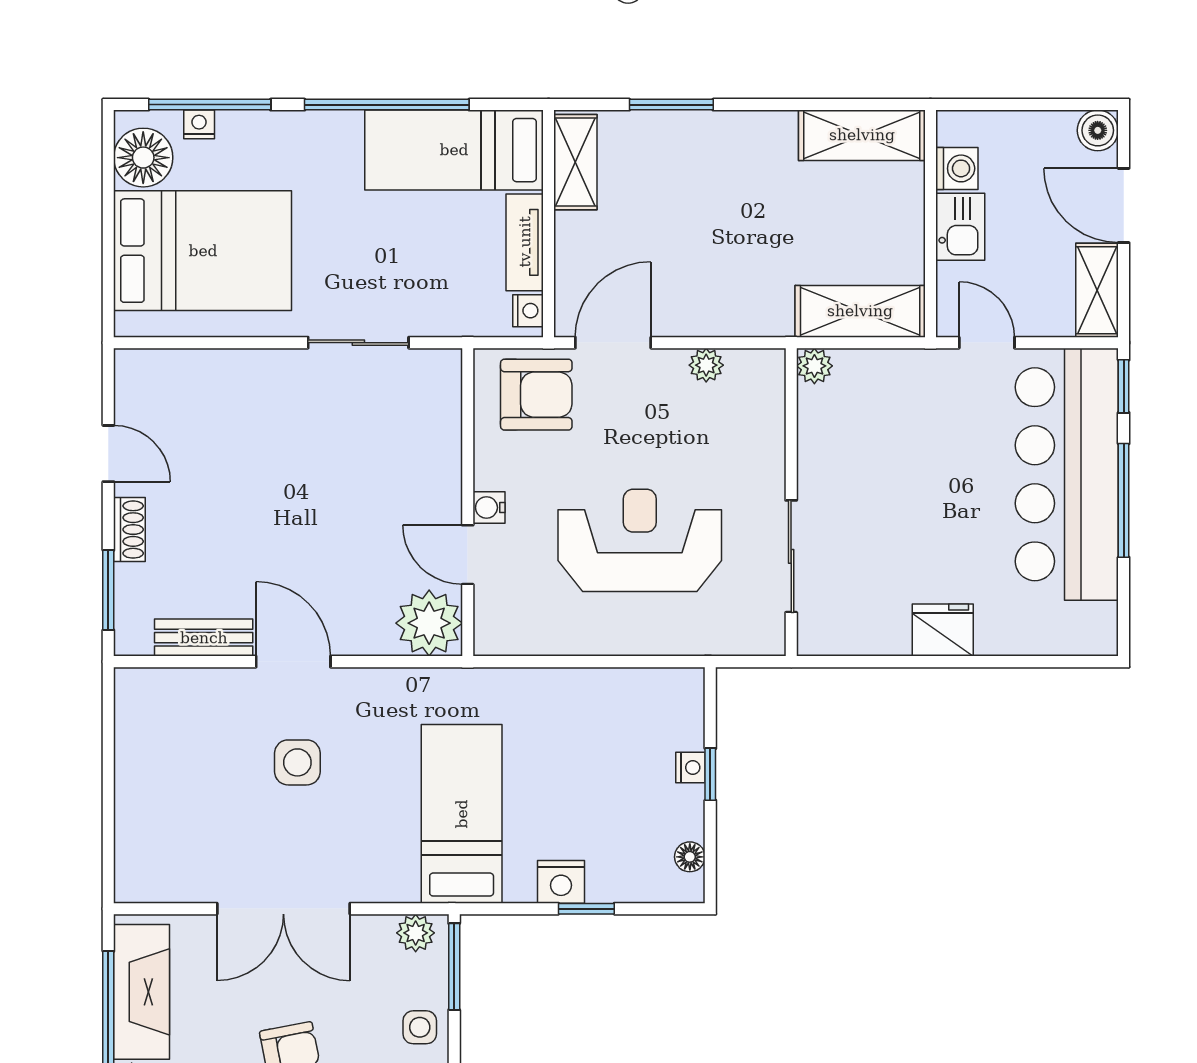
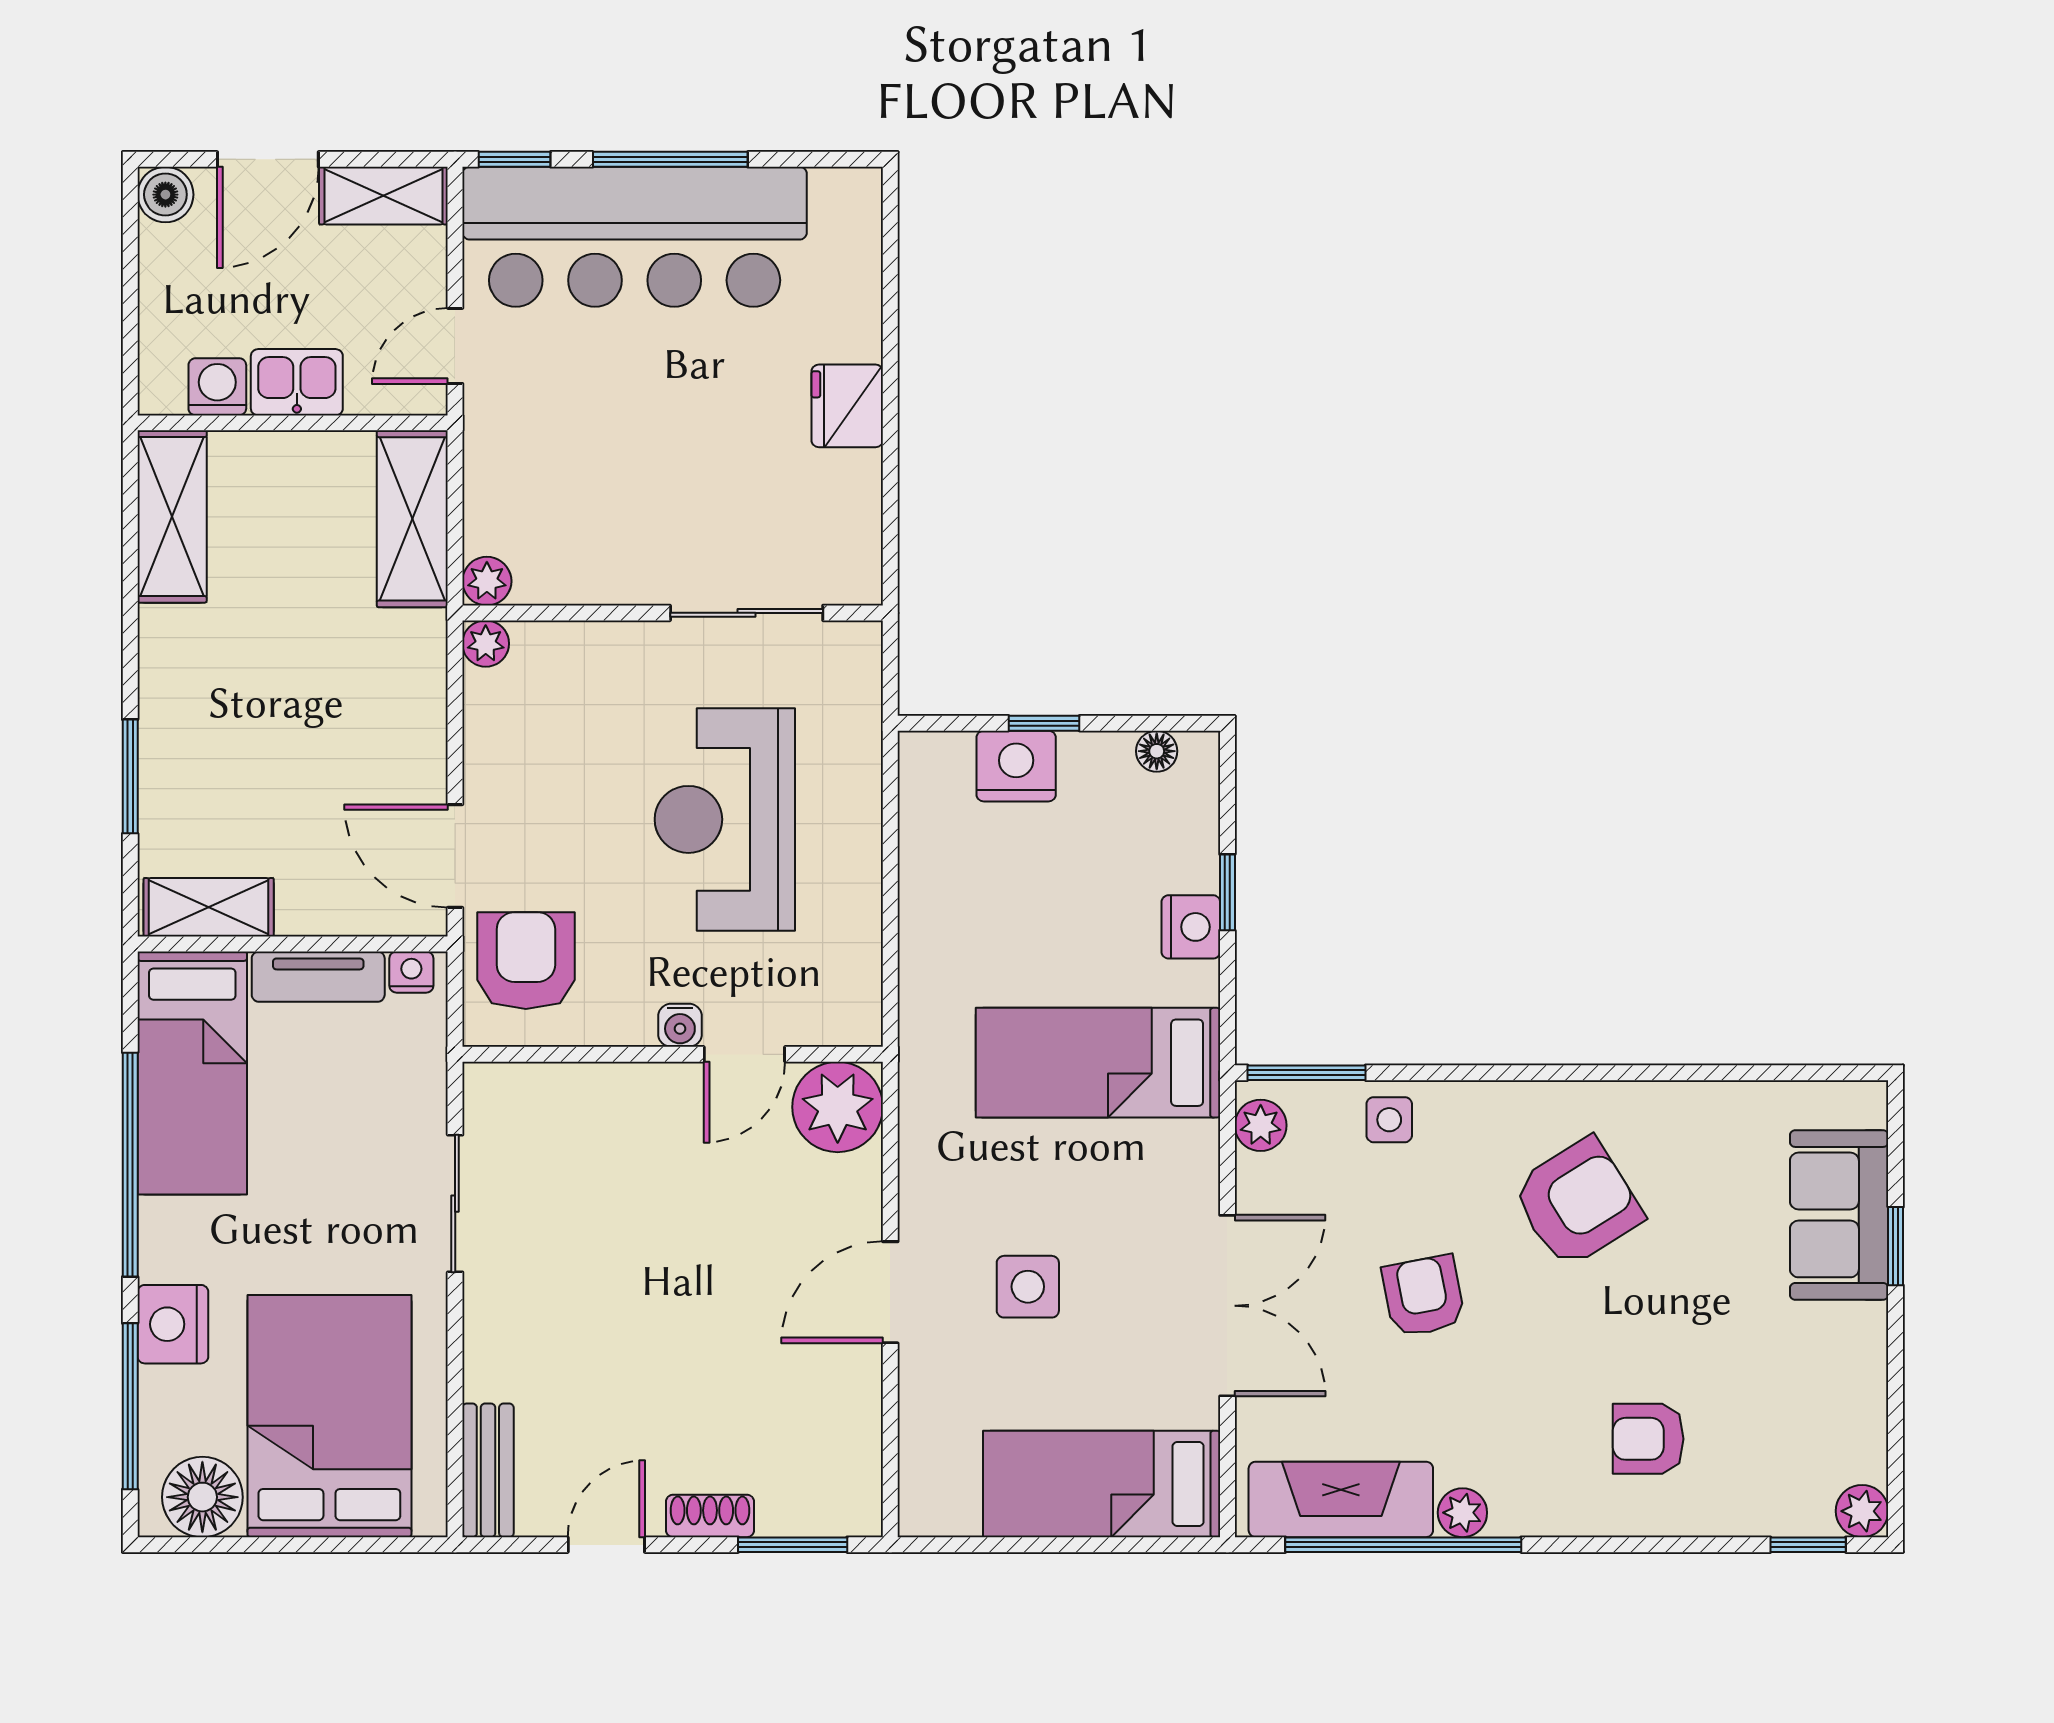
nightstand: (199, 124) -> (173, 1324), moved, width x1.89, depth x1.79
plant: (706, 365) -> (486, 644), moved
bench: (204, 638) -> (488, 1470), moved
nightstand: (690, 768) -> (1016, 766), width x1.89, depth x1.79
bed: (153, 817) -> (1102, 1484), added

